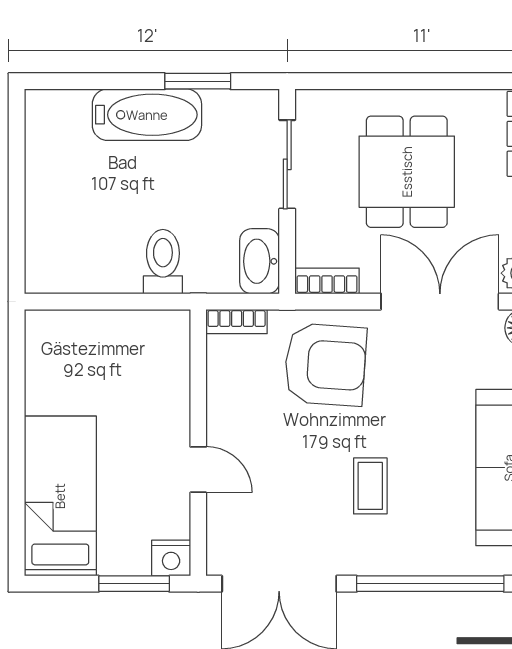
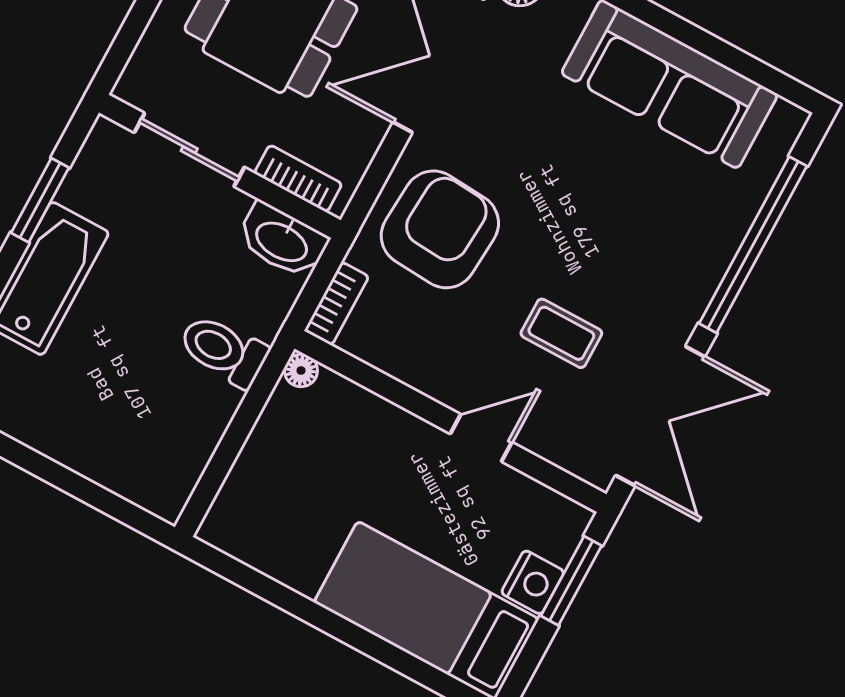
bookcase: (327, 281) -> (298, 178), moved, turned 90
floor lamp: (178, 322) -> (301, 371), added
coffee table: (370, 486) -> (561, 333), moved
nightstand: (171, 558) -> (533, 582), moved

